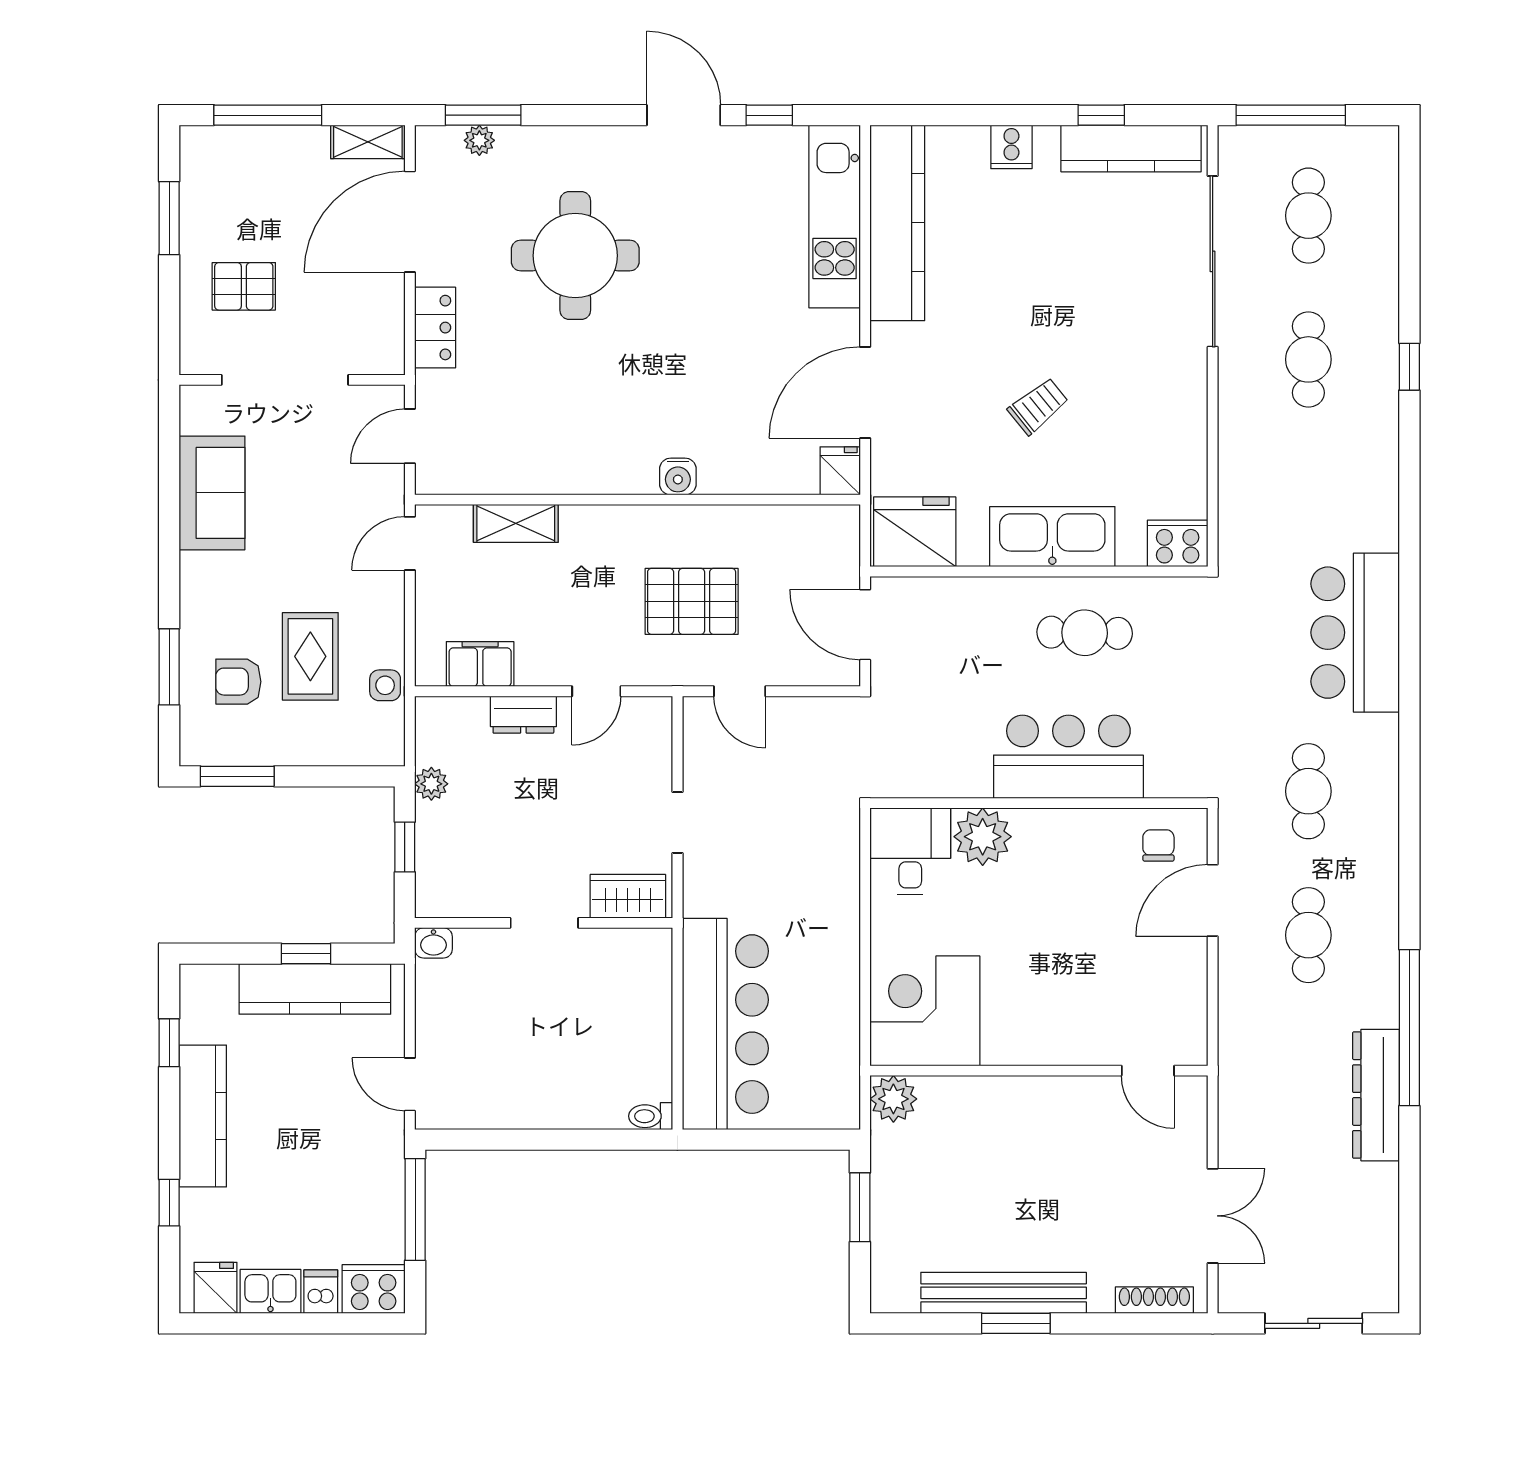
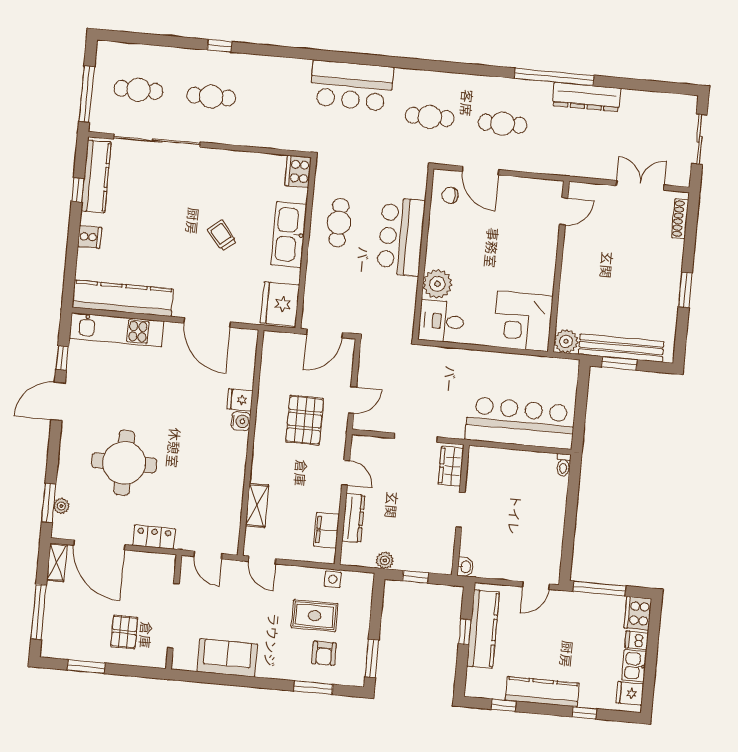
fridge: (840, 471) -> (240, 400), moved
dresser: (523, 715) -> (353, 518), width x1.44
doorway: (677, 823) -> (416, 438), width x1.38
bench: (1004, 1293) -> (621, 348), moved, turned 90

